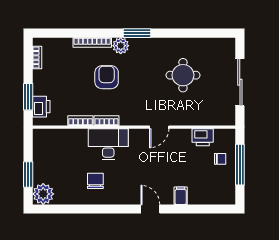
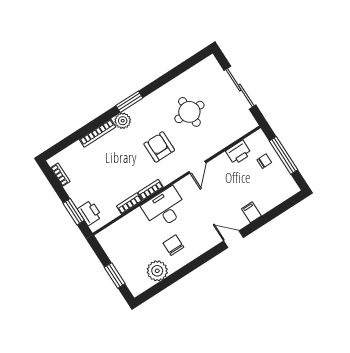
armchair: (107, 77) -> (159, 147), moved
plant: (43, 194) -> (157, 271), moved

